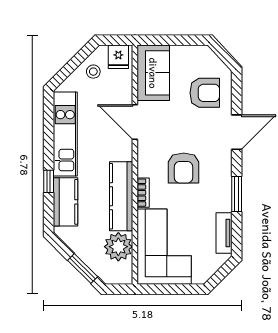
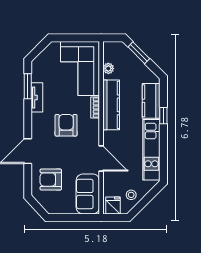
window: (237, 194) -> (28, 86), moved
tv unit: (224, 233) -> (37, 97), moved
plant: (118, 247) -> (108, 68), width x0.53, depth x0.53

